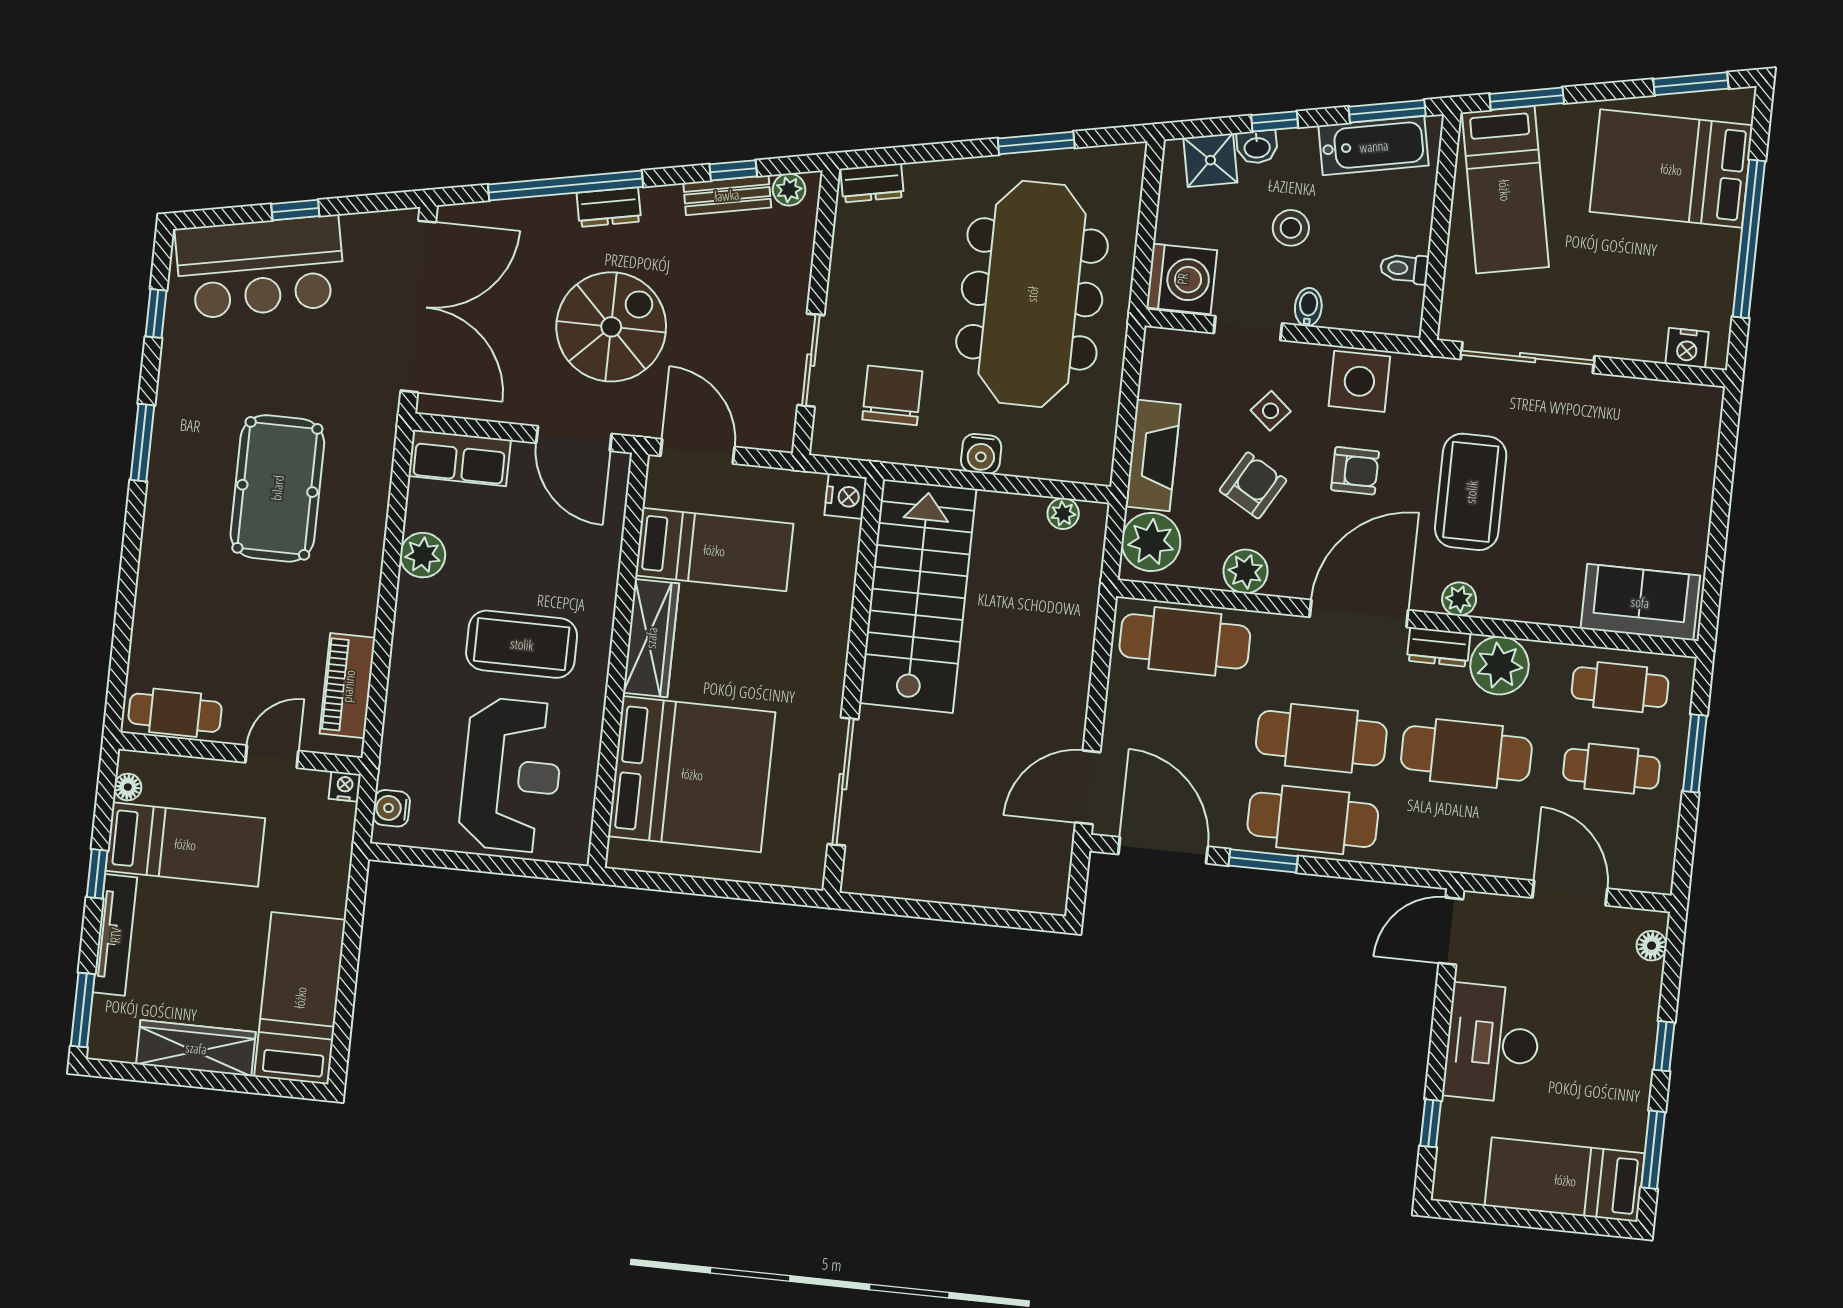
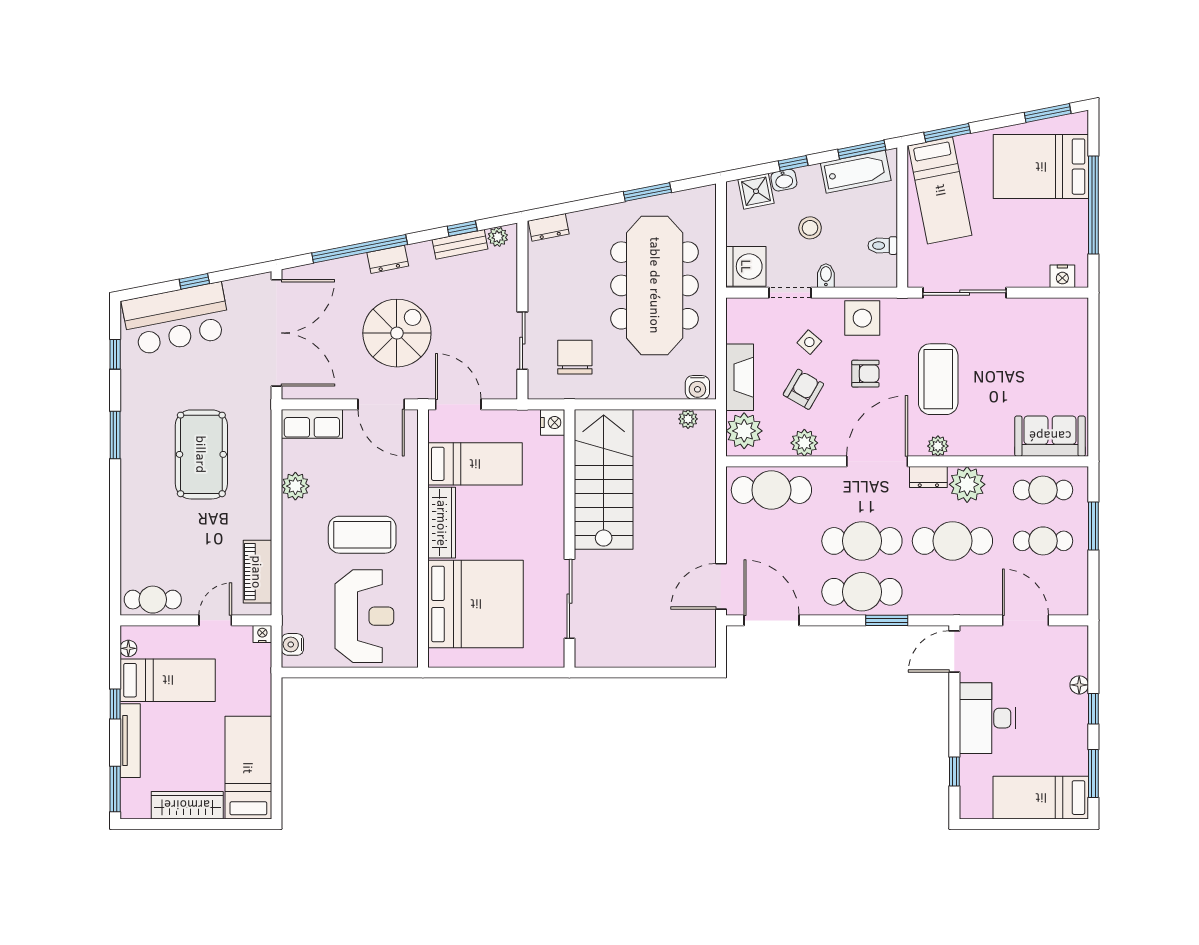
water cooler: (981, 454) -> (697, 387), moved
window: (1263, 861) -> (887, 620), moved
floor lamp: (1652, 946) -> (1079, 685), moved

